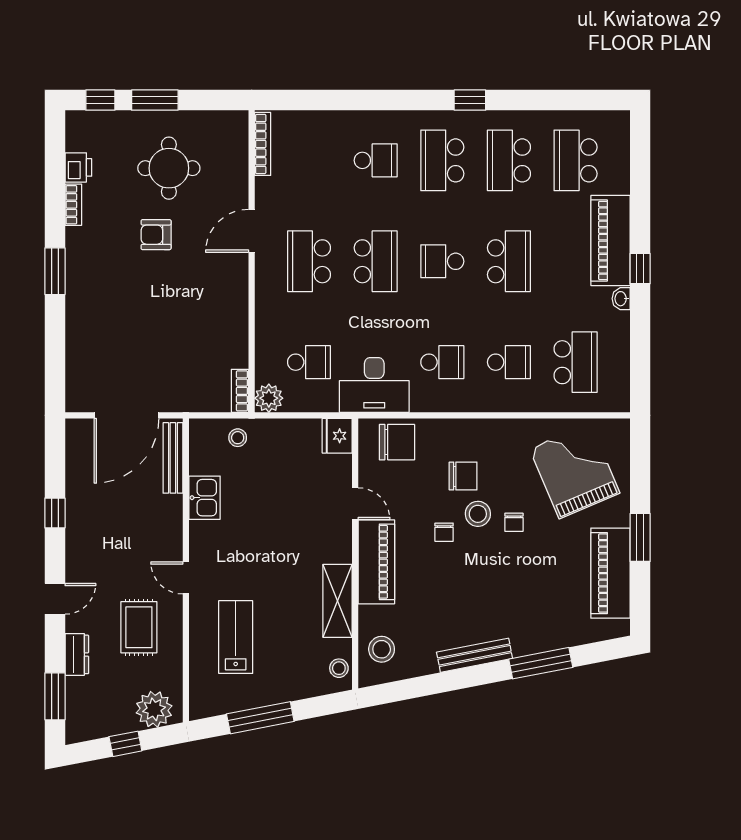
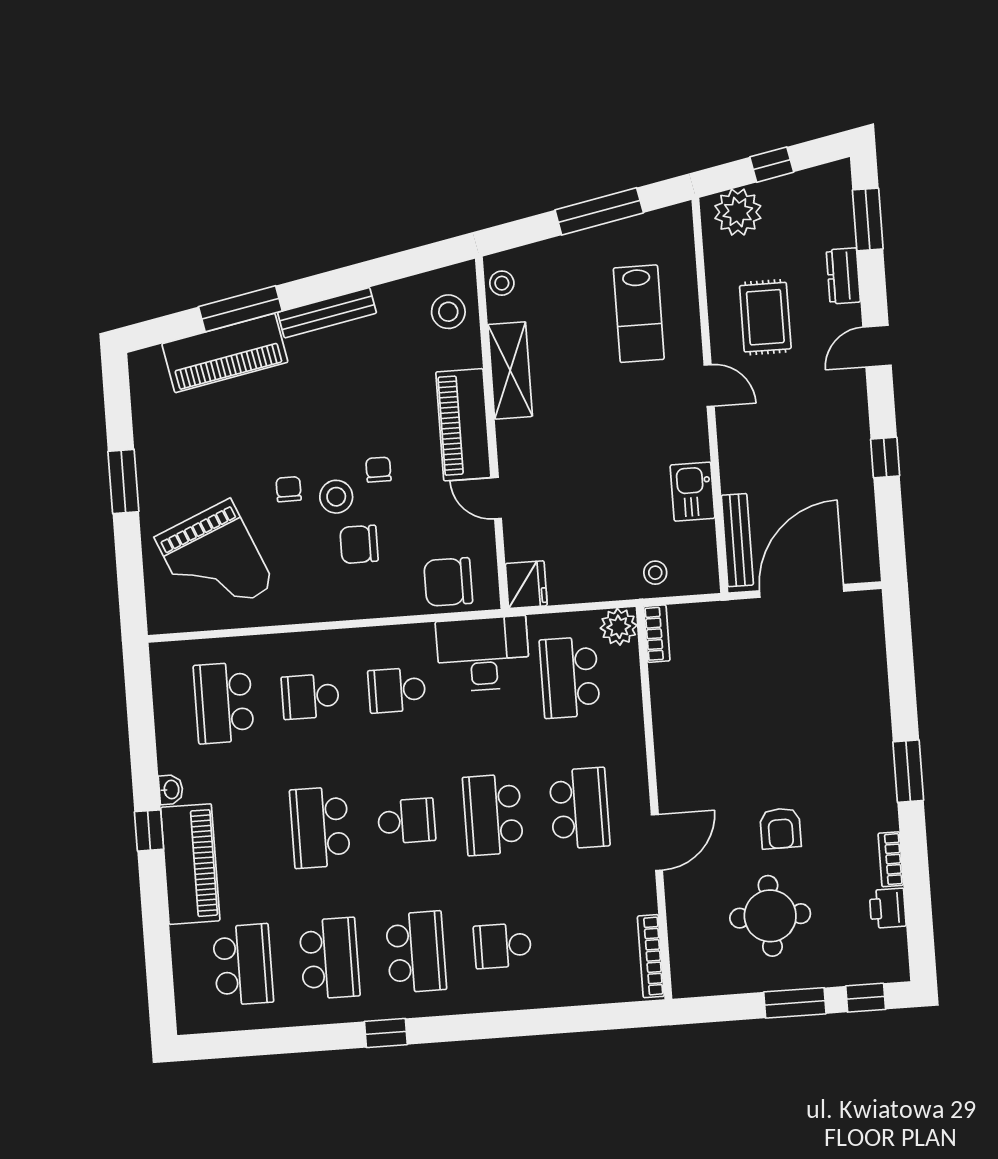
armchair: (156, 235) -> (781, 828), turned 90
school desk: (309, 362) -> (570, 677), width x1.85
piano: (610, 573) -> (225, 353), moved, turned 79

